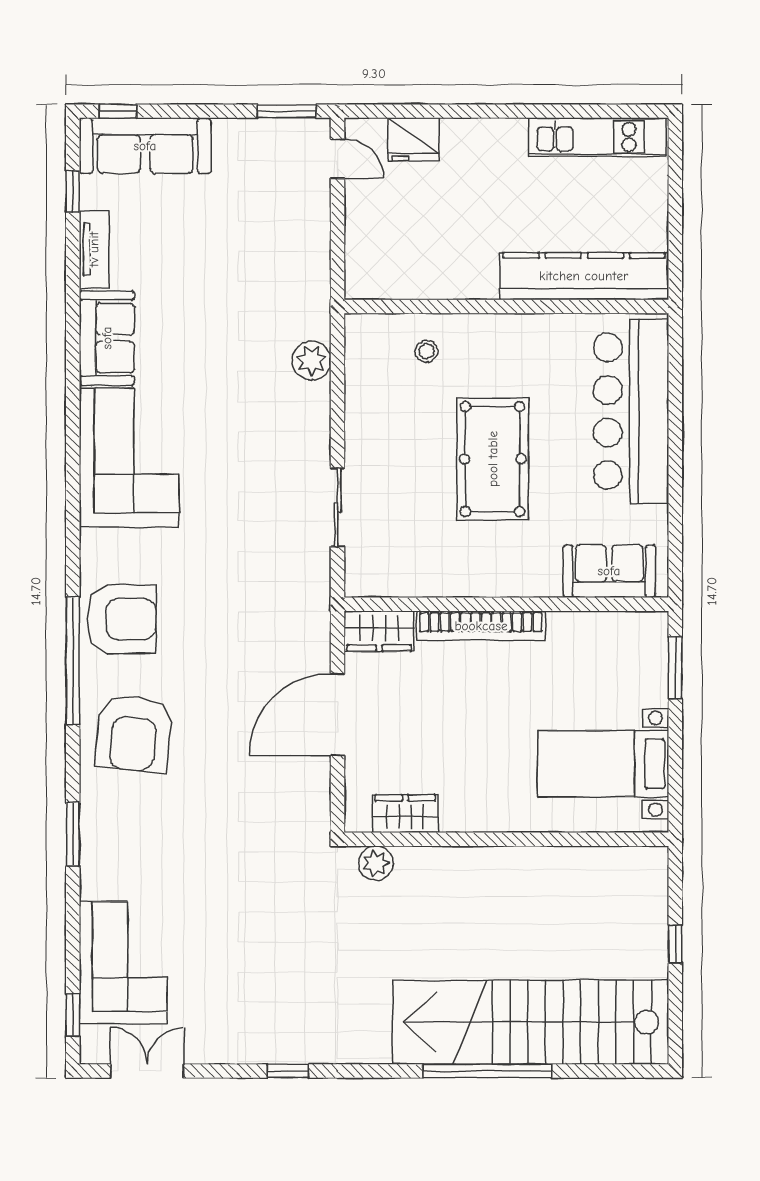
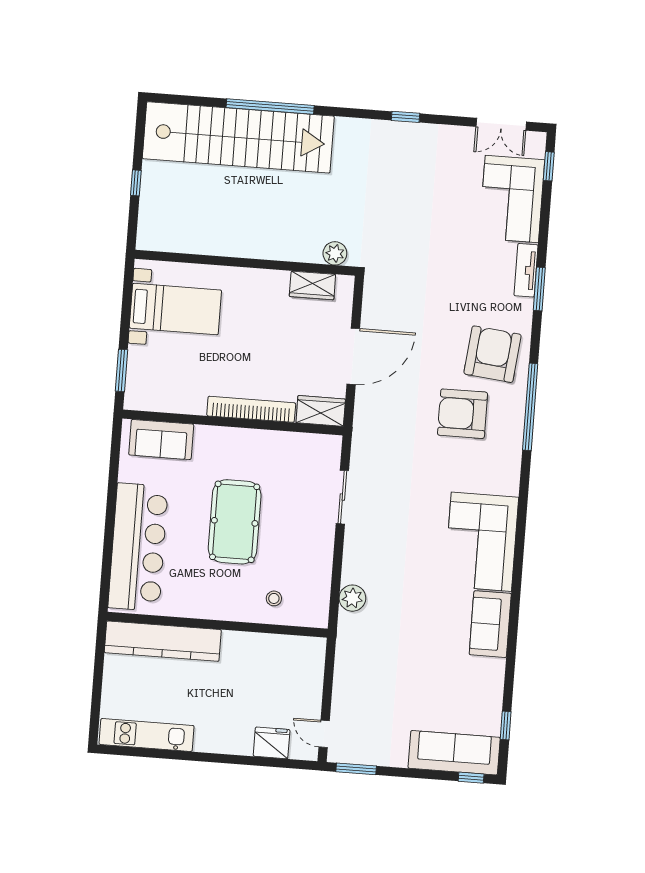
tv unit: (94, 249) -> (526, 270), moved
armchair: (121, 619) -> (463, 414), moved

